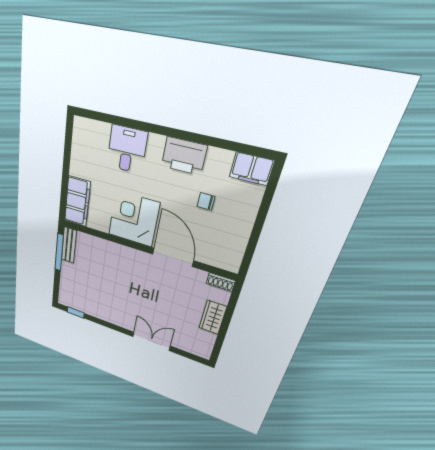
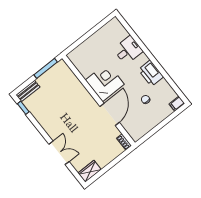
filing cabinet: (252, 169) -> (177, 104), width x0.50
filing cabinet: (77, 202) -> (82, 52), removed
bench: (69, 245) -> (28, 91), moved
wardrobe: (213, 317) -> (90, 171), moved

